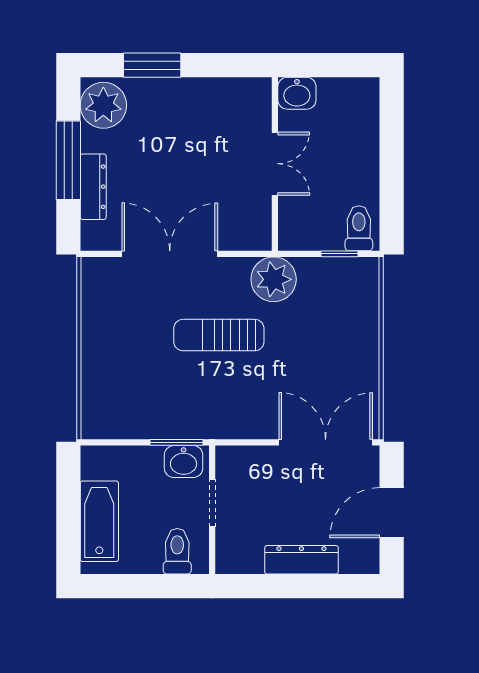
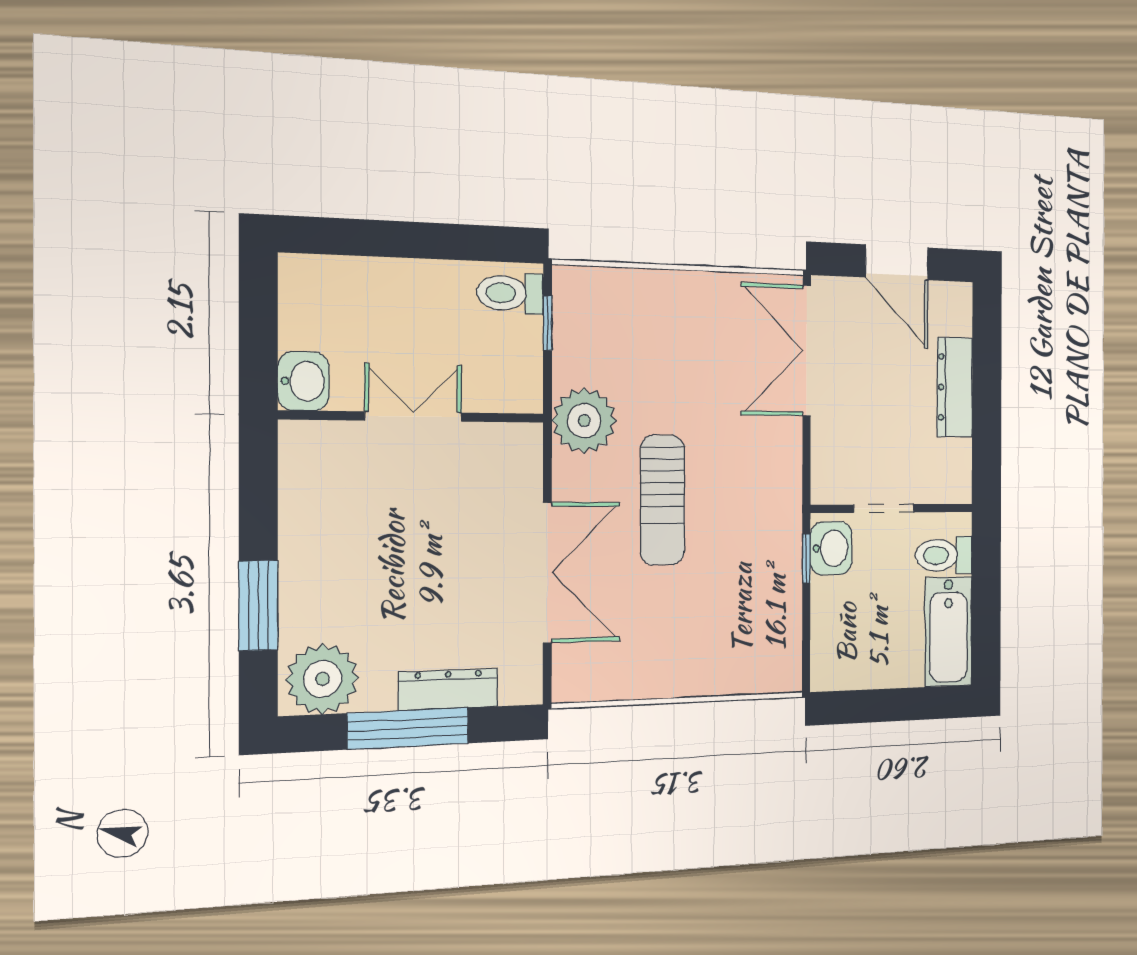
double door: (170, 254) -> (547, 573), swing flipped
window: (176, 442) -> (806, 558), width x0.67
bathtub: (99, 521) -> (948, 632), moved, turned -90

